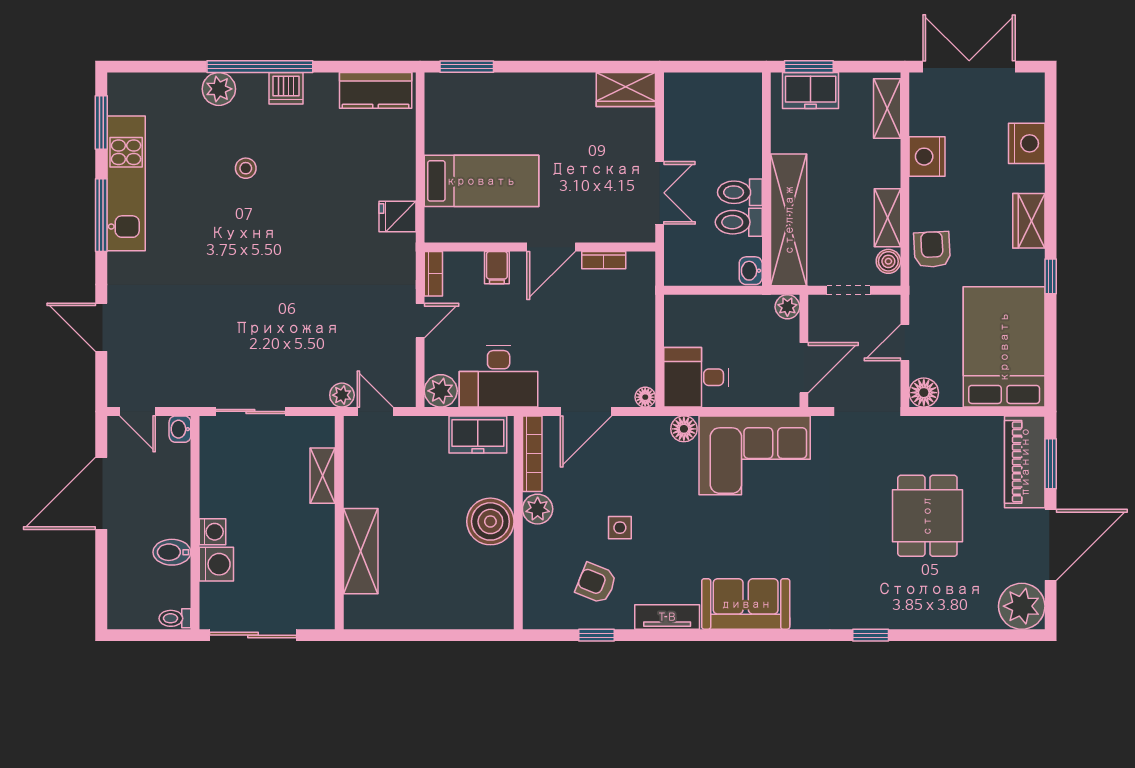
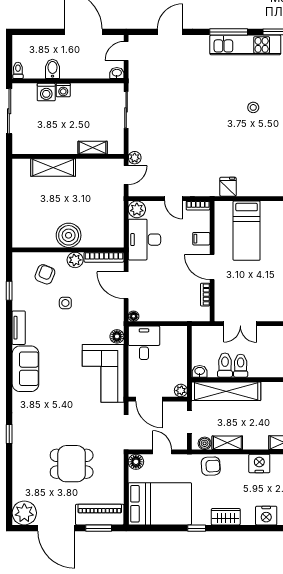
freezer: (478, 434) -> (114, 229), removed
armchair: (596, 583) -> (45, 274), moved

